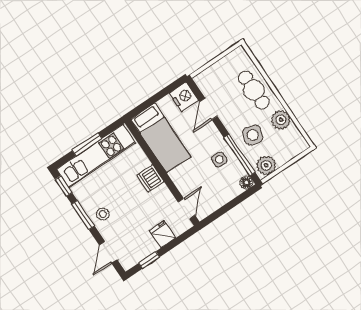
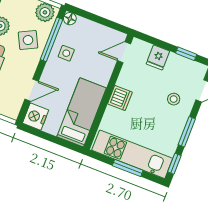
side table: (253, 135) -> (28, 40), turned 45
stool: (103, 214) -> (174, 99), moved

